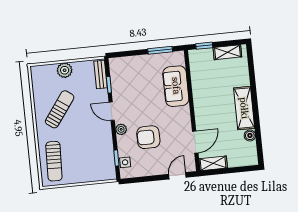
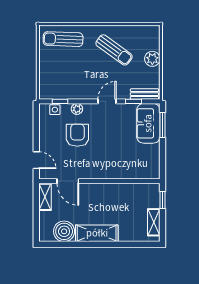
window: (160, 50) -> (163, 125), moved
sofa: (176, 86) -> (148, 123), moved, turned -90
plant: (121, 129) -> (77, 109), moved
boiler: (250, 135) -> (64, 231), width x1.86, depth x1.86

